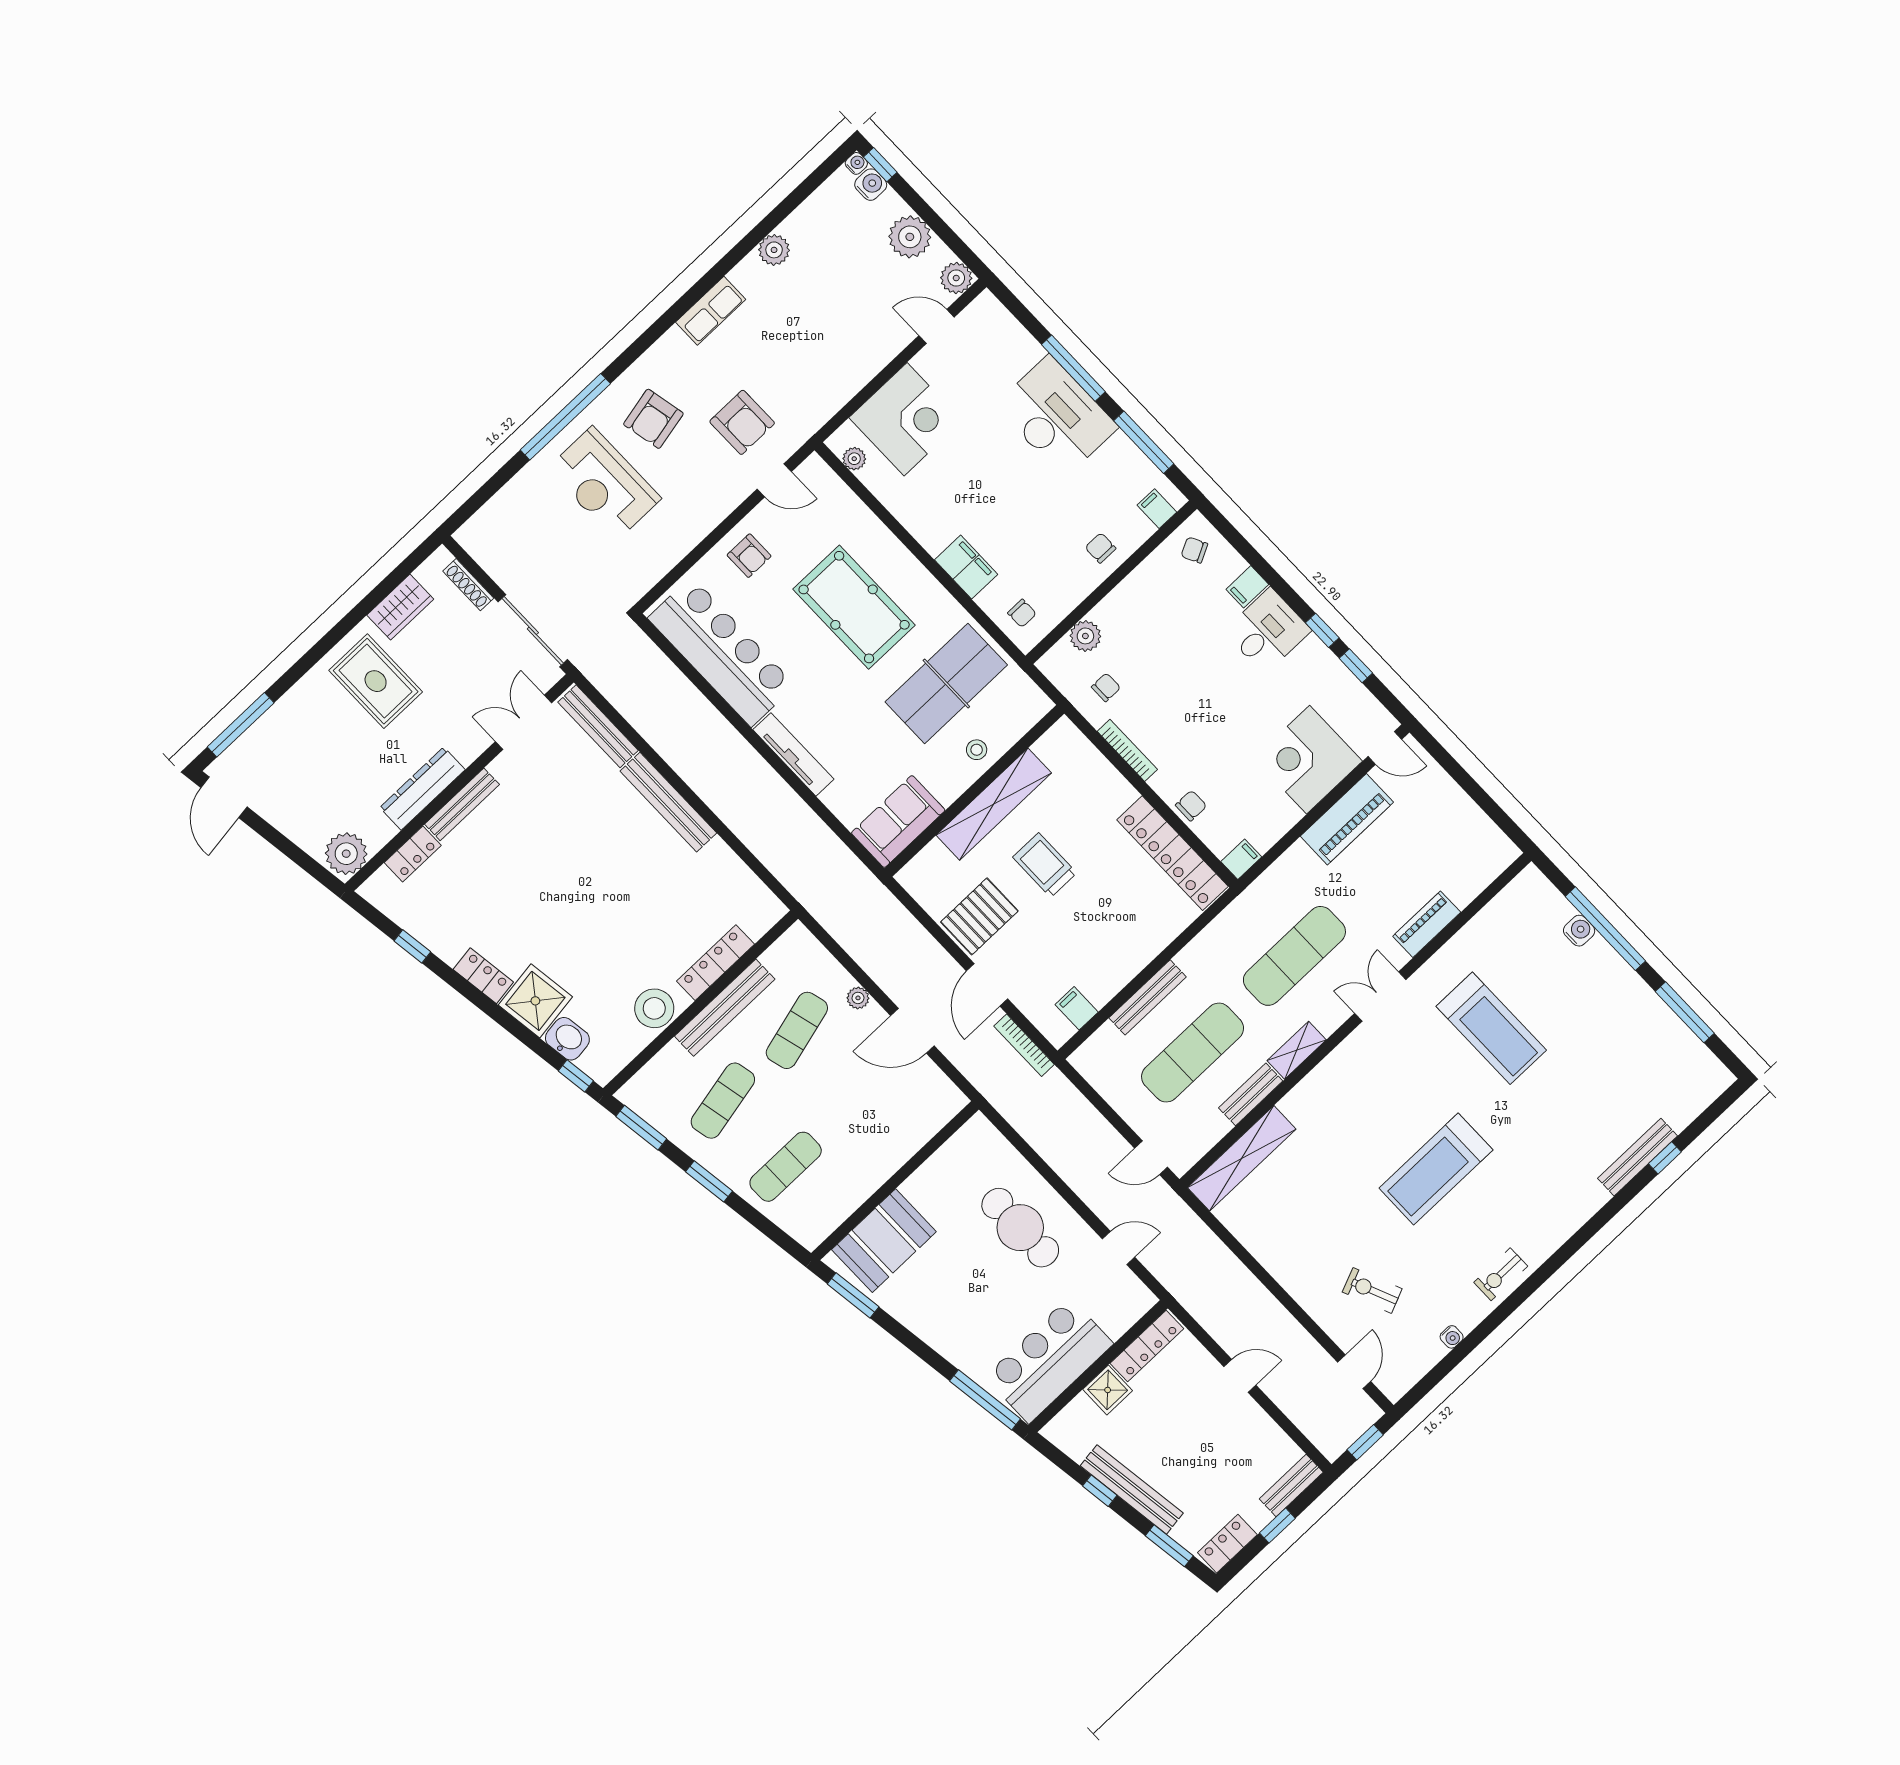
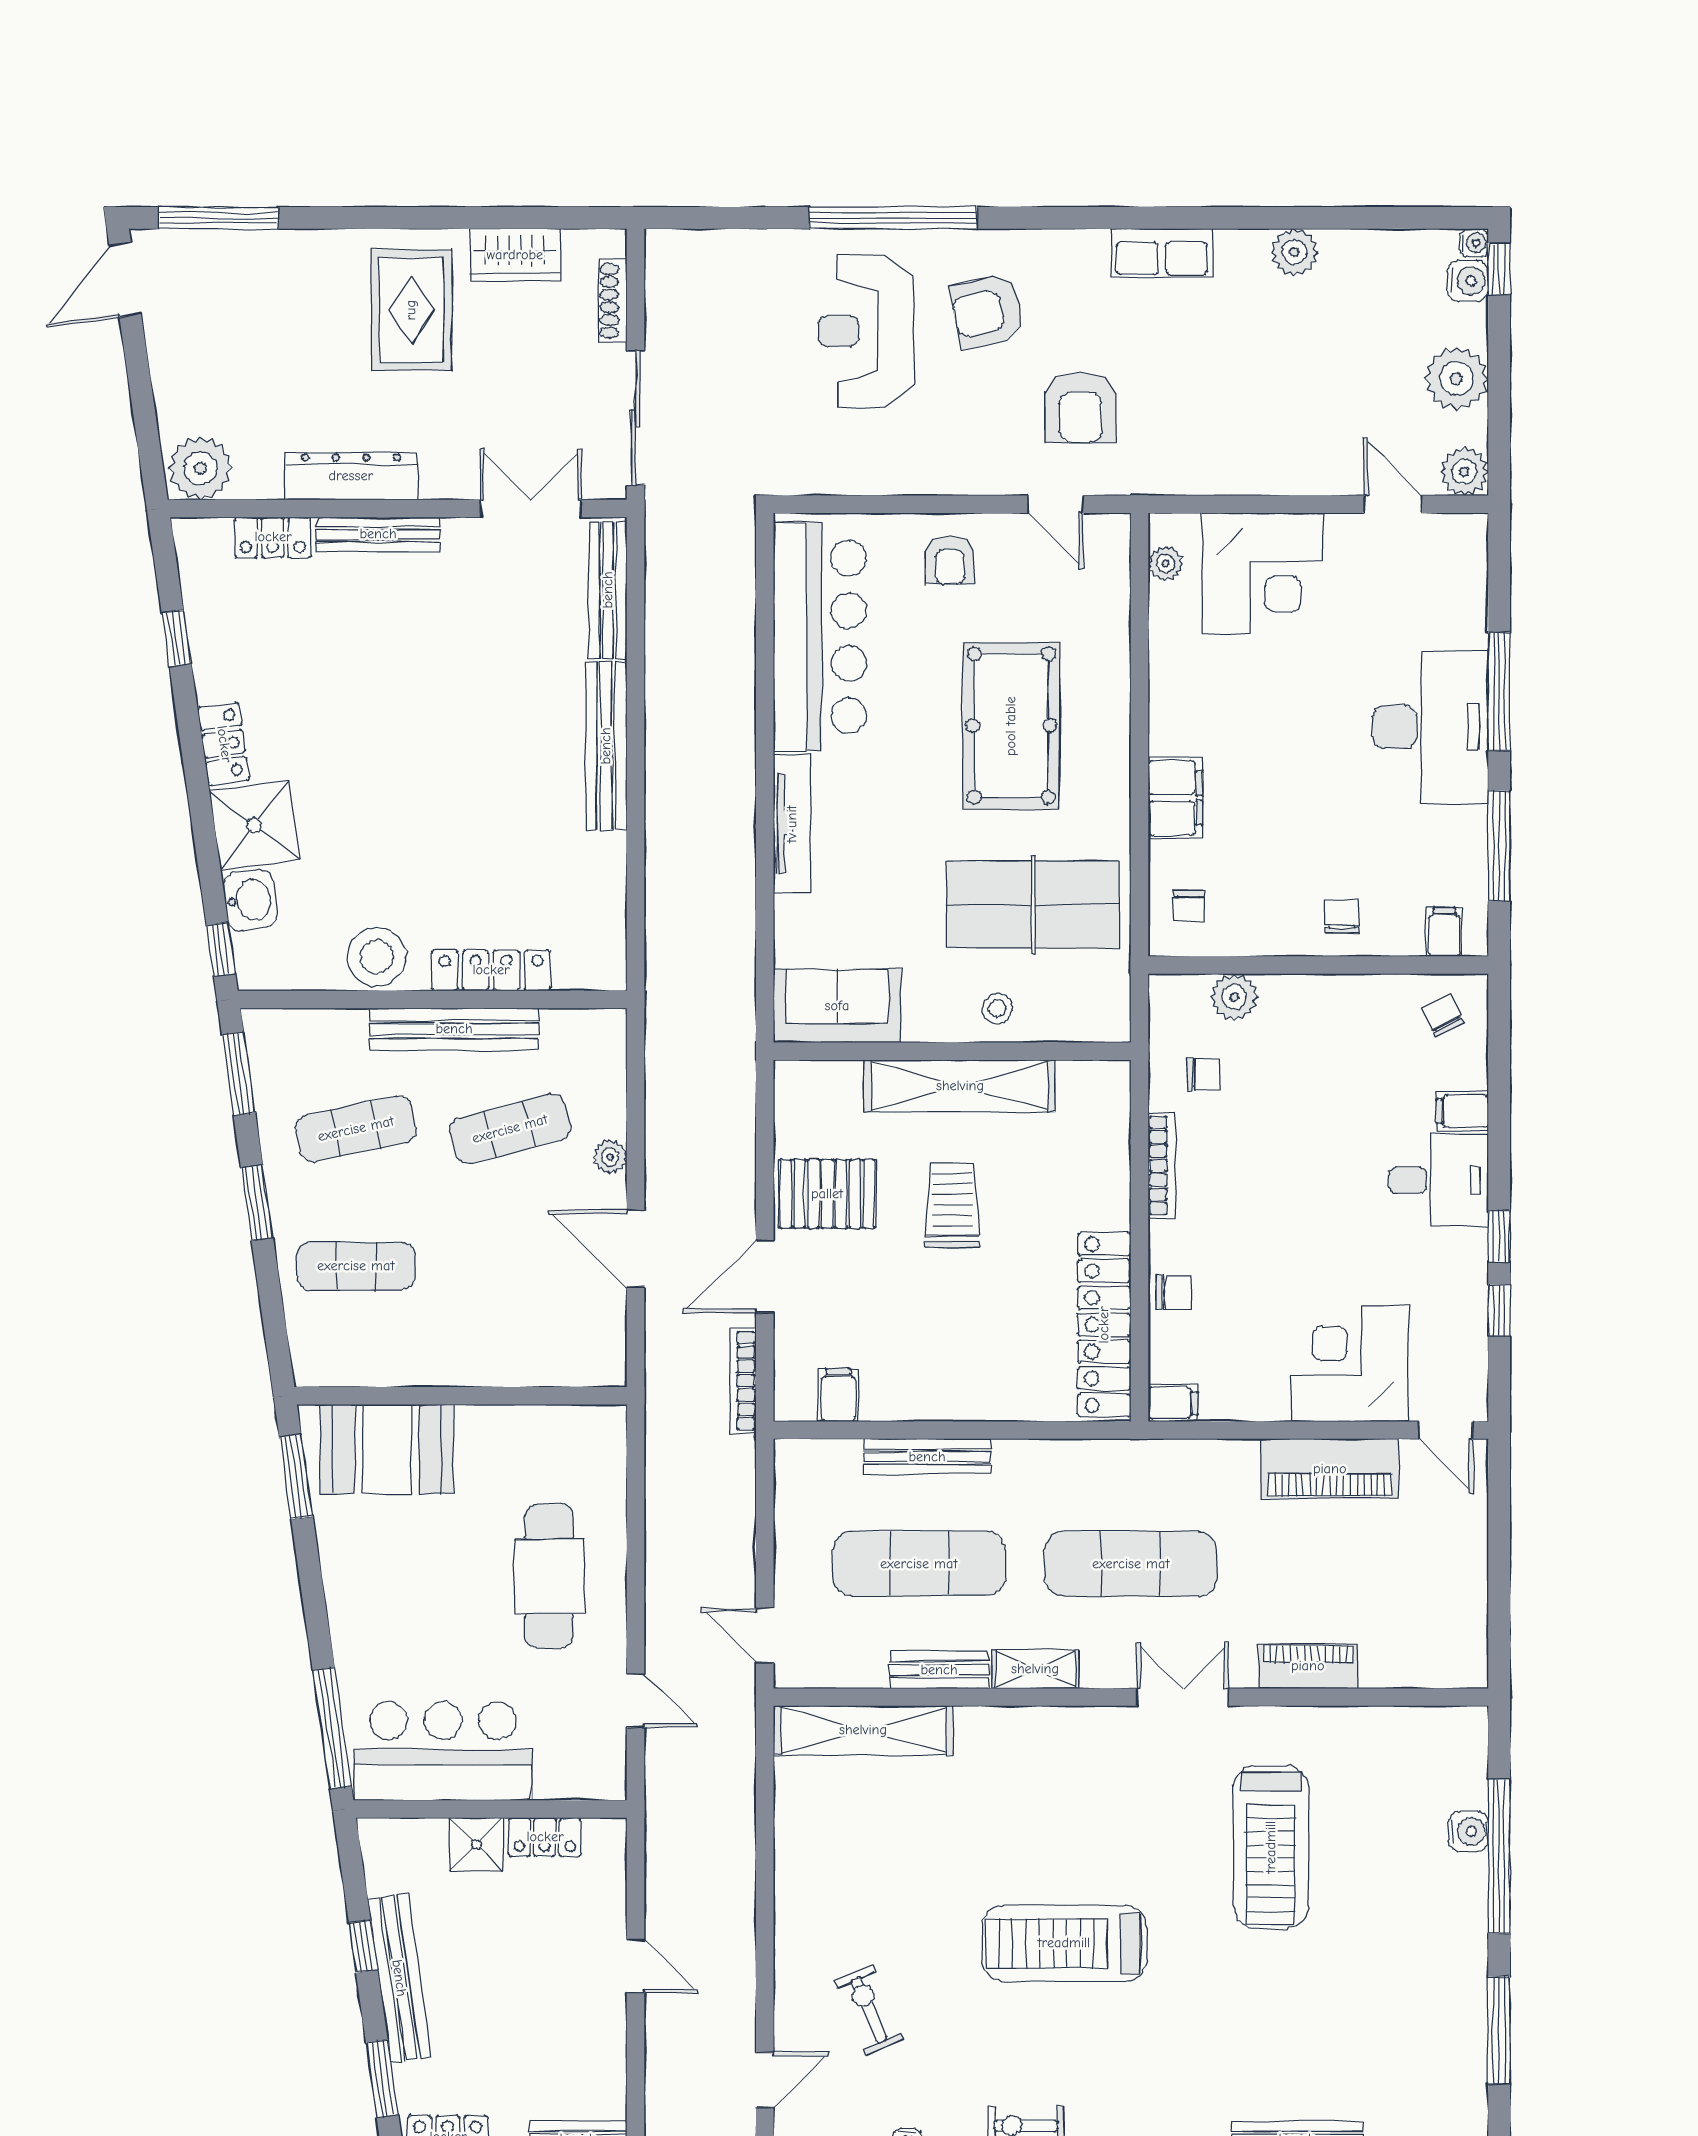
locker: (1147, 1346) -> (545, 1837), width x0.66

